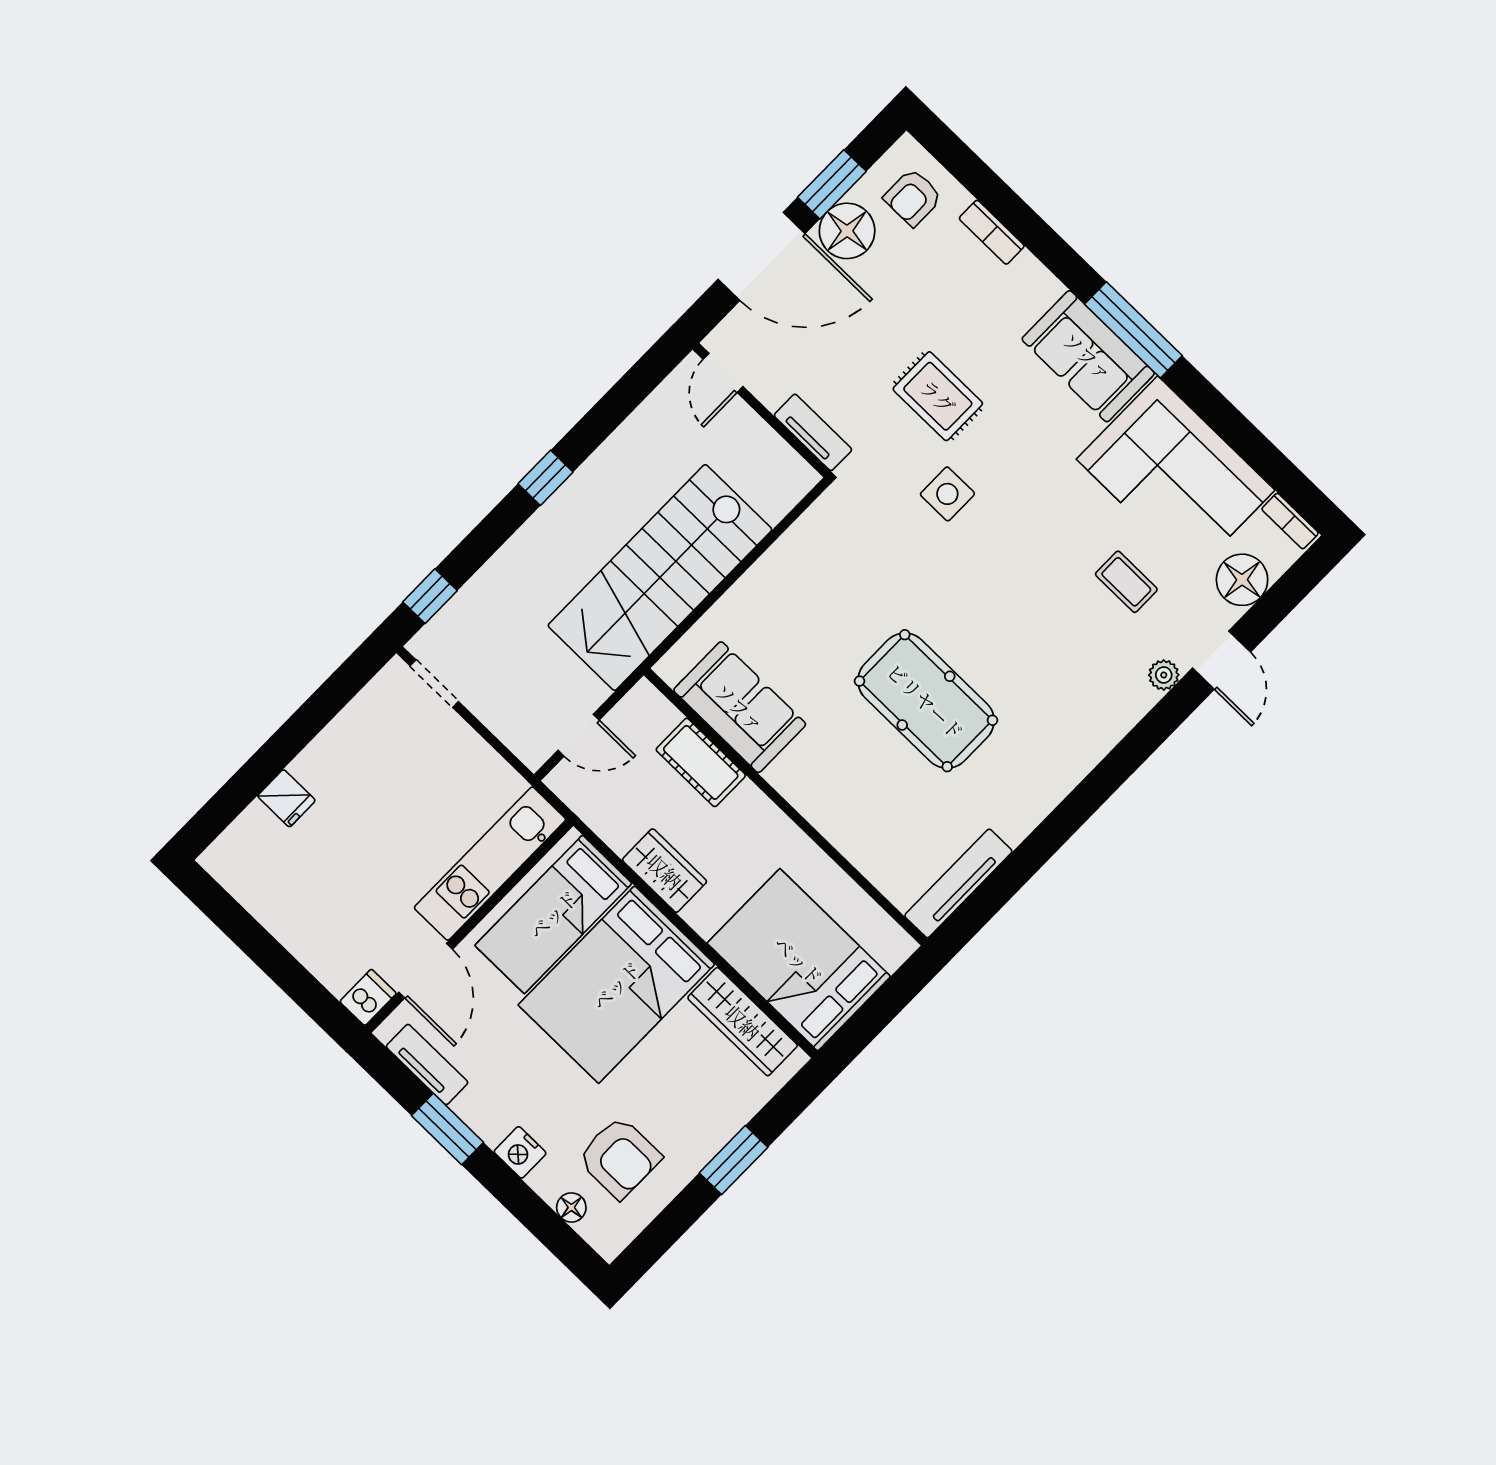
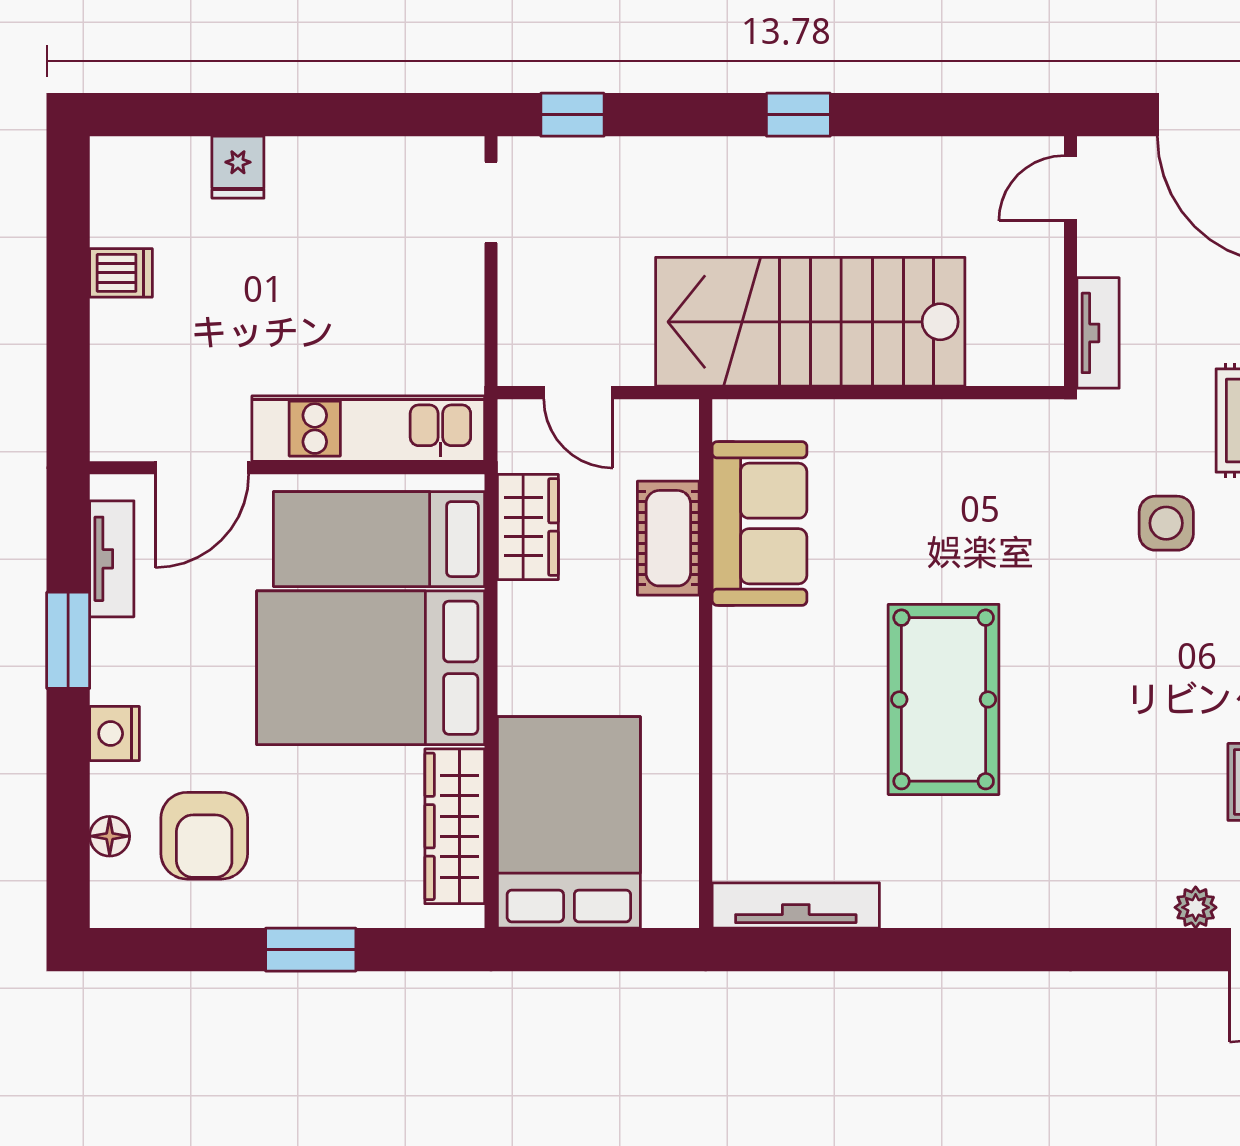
wardrobe: (665, 871) -> (528, 527), moved
dishwasher: (368, 997) -> (121, 273), moved

